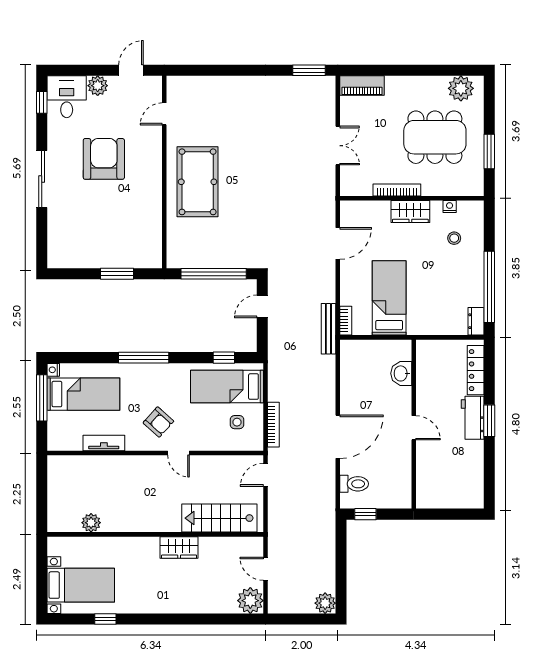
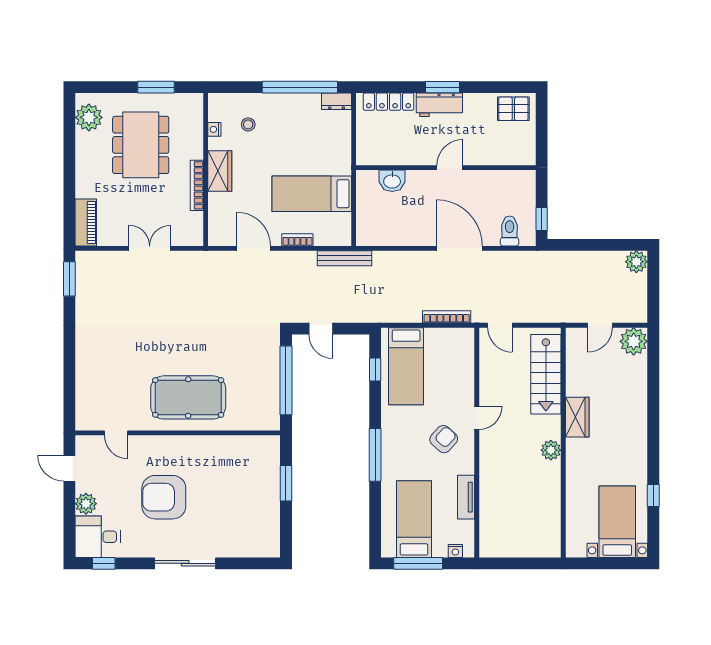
bookcase: (346, 321) -> (297, 240), moved
nightstand: (53, 370) -> (455, 551), moved
side table: (237, 422) -> (444, 356), removed
pallet: (469, 487) -> (513, 109), added
plant: (91, 523) -> (551, 450), moved

